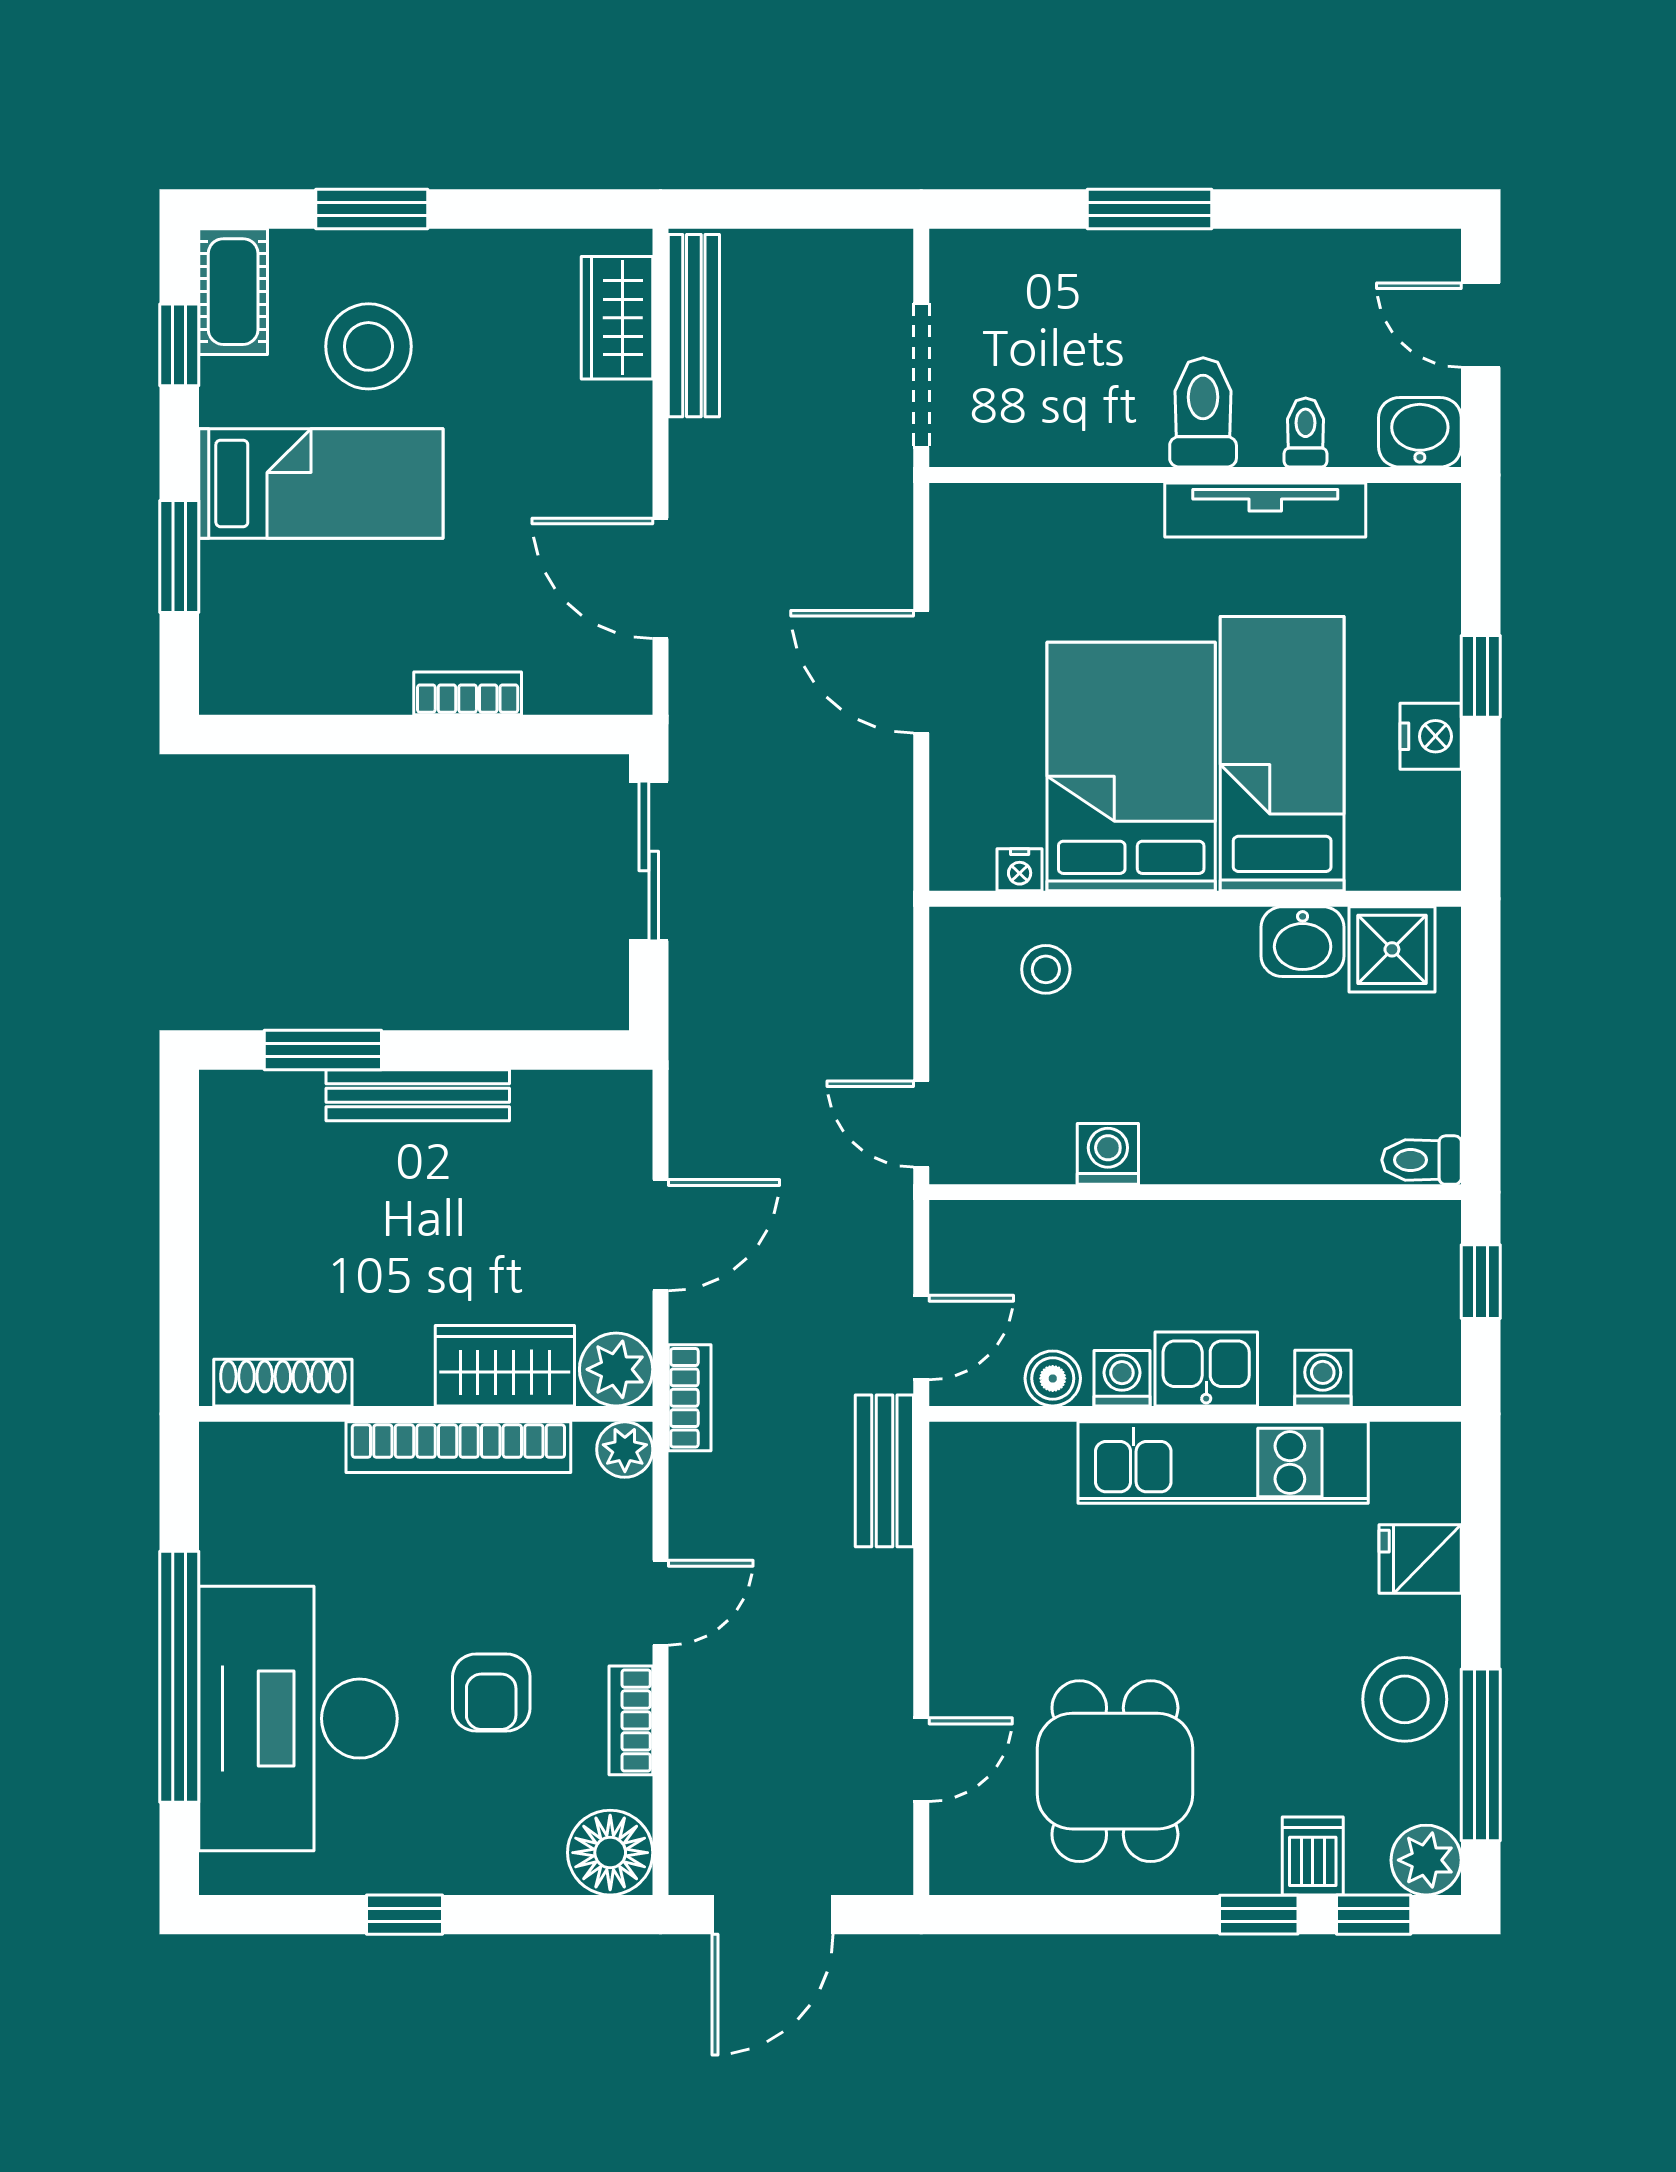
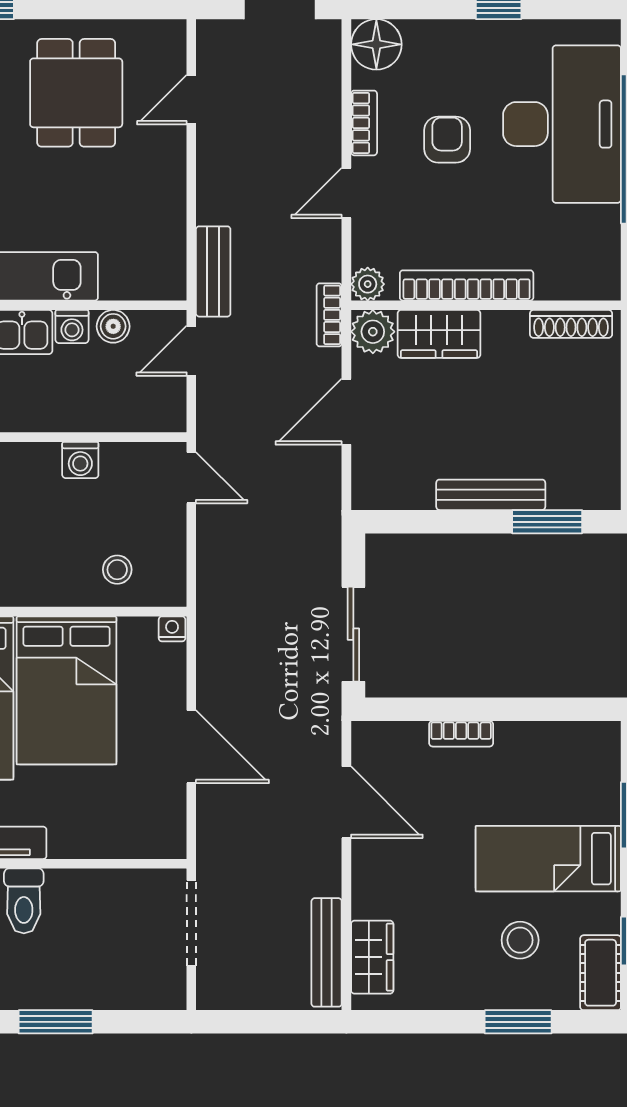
stool: (368, 346) -> (520, 940), width x0.73, depth x0.73
nightstand: (1020, 870) -> (172, 629), moved

